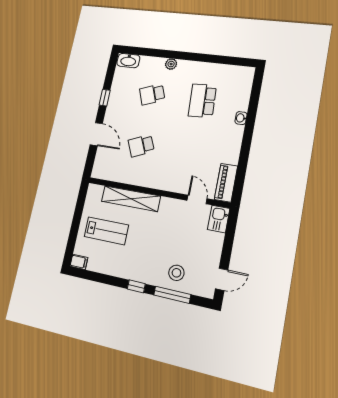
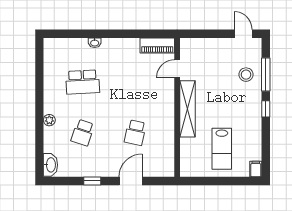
school desk: (152, 94) -> (83, 133), turned 39
school desk: (141, 146) -> (135, 133), turned 36
shelving: (131, 199) -> (188, 109), moved
kitchen sink: (219, 219) -> (191, 46), removed
lab bench: (106, 231) -> (222, 149), turned 180

